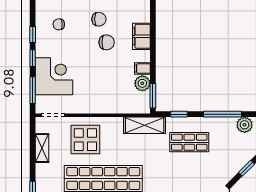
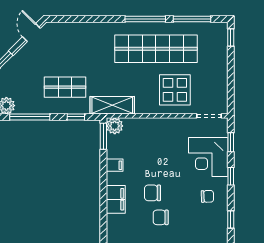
chair: (59, 24) -> (207, 196), moved
window: (33, 34) -> (231, 219), moved
plant: (142, 83) -> (115, 126), moved
window: (33, 90) -> (231, 142), width x0.67
shelving: (42, 148) -> (221, 81), removed

